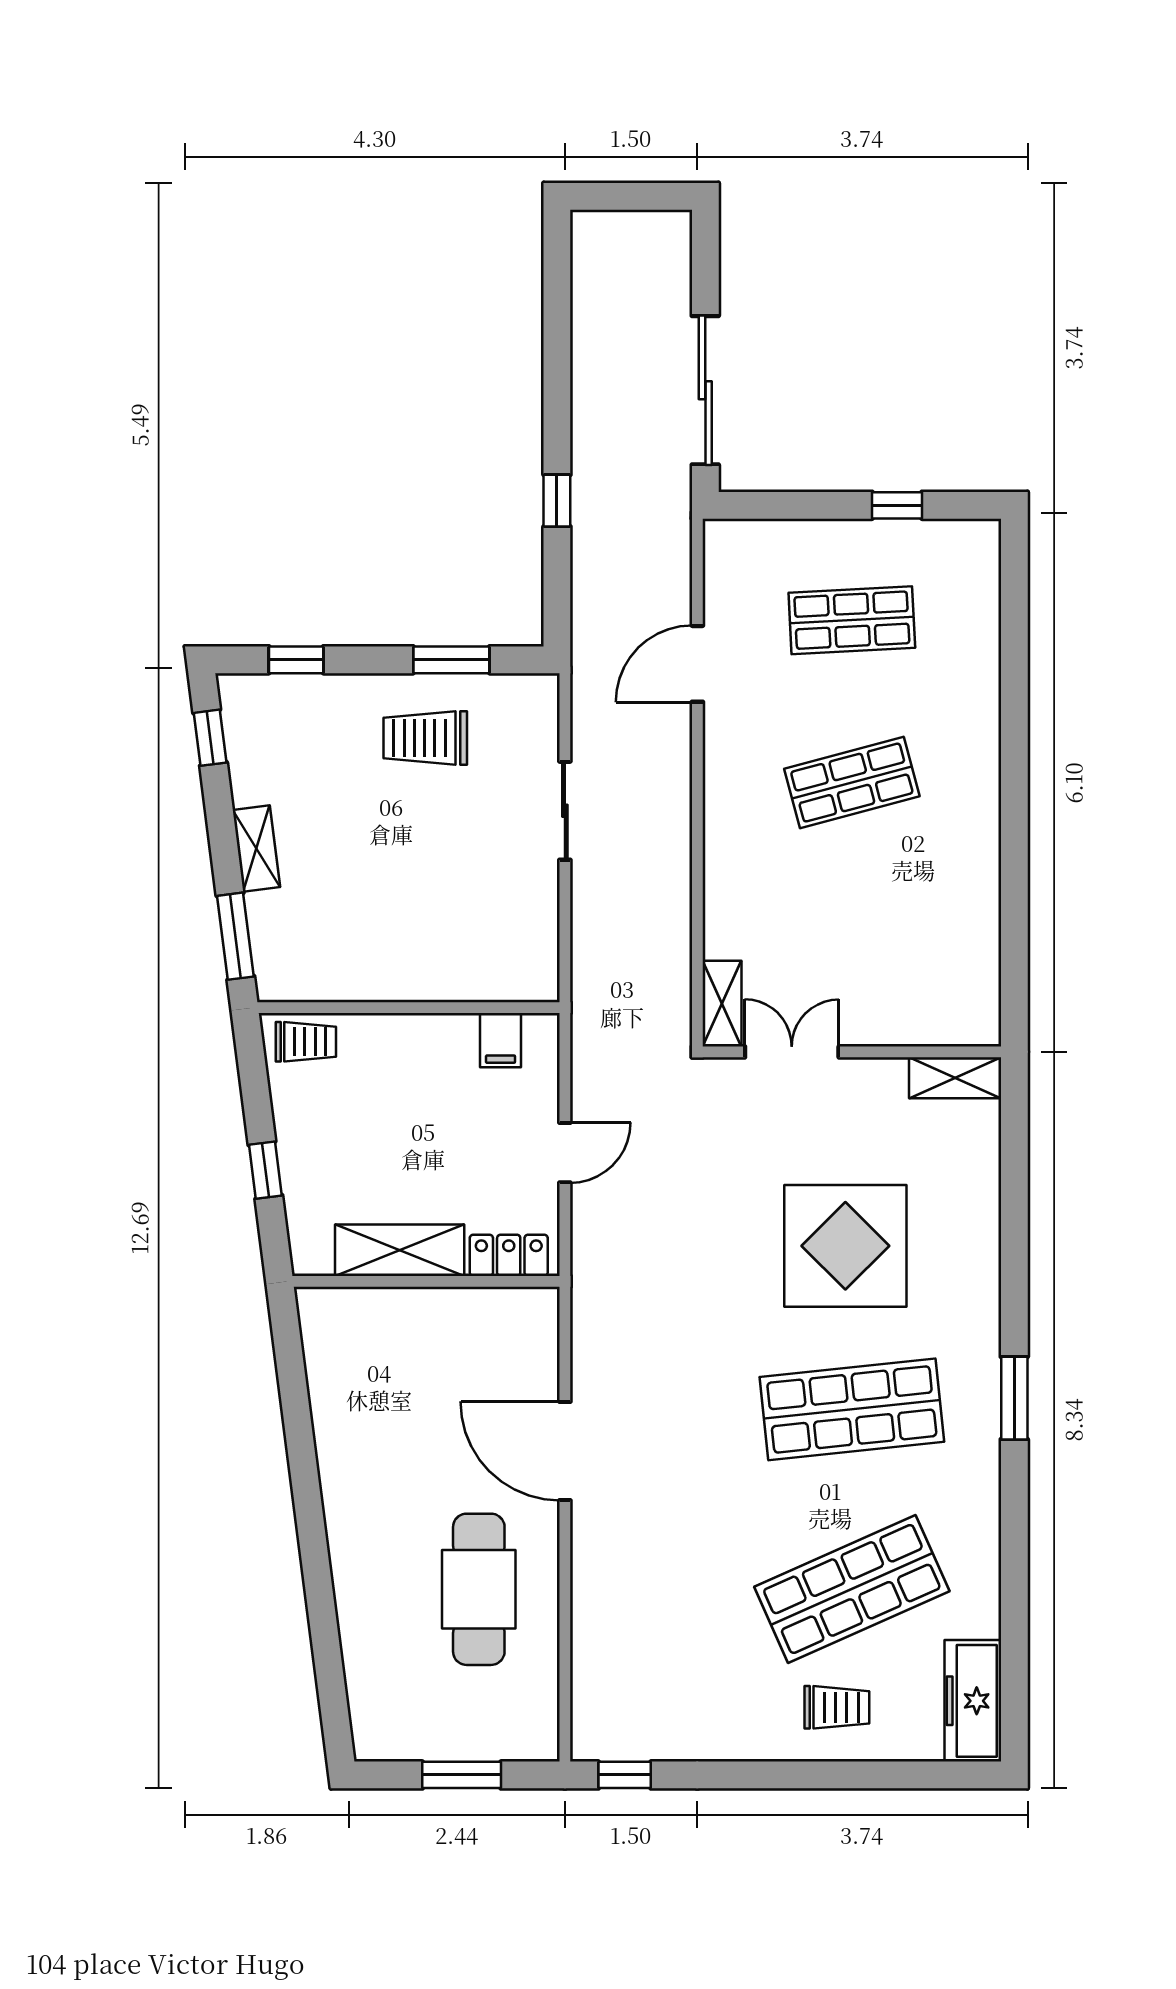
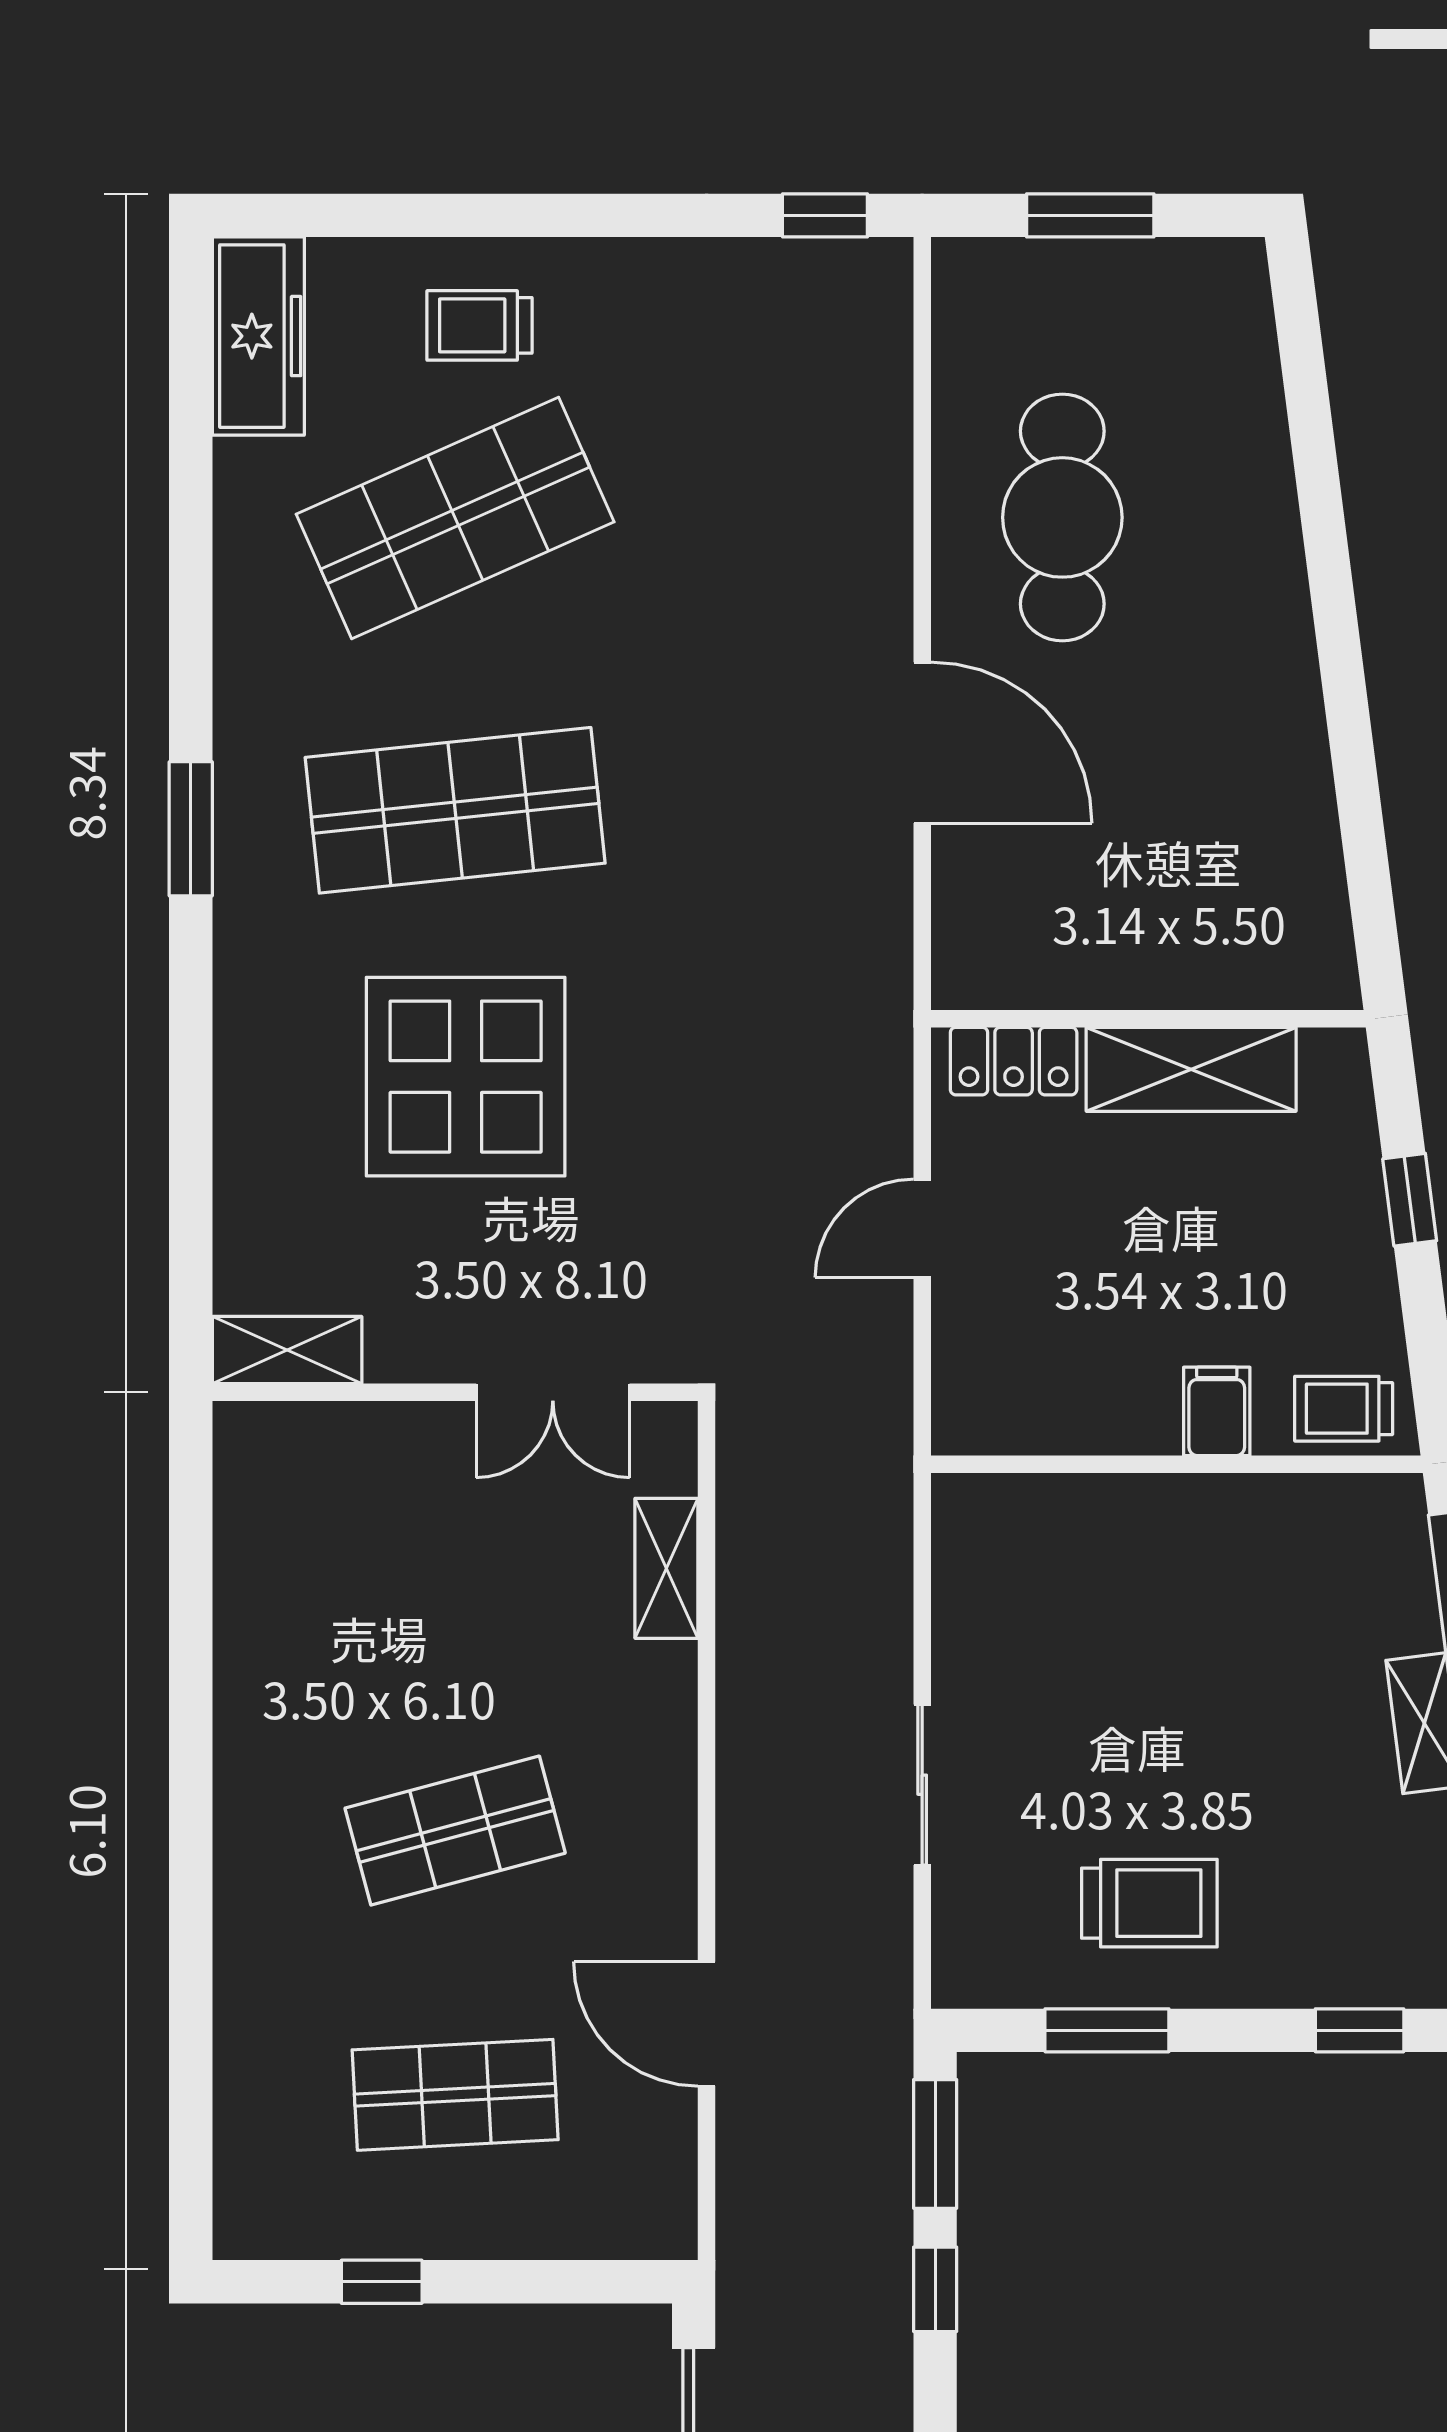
window: (557, 590) -> (935, 2144), added
door: (697, 664) -> (707, 2024), swing flipped
shelving: (722, 1004) -> (666, 1568), moved
filing cabinet: (500, 1040) -> (1217, 1411), moved

